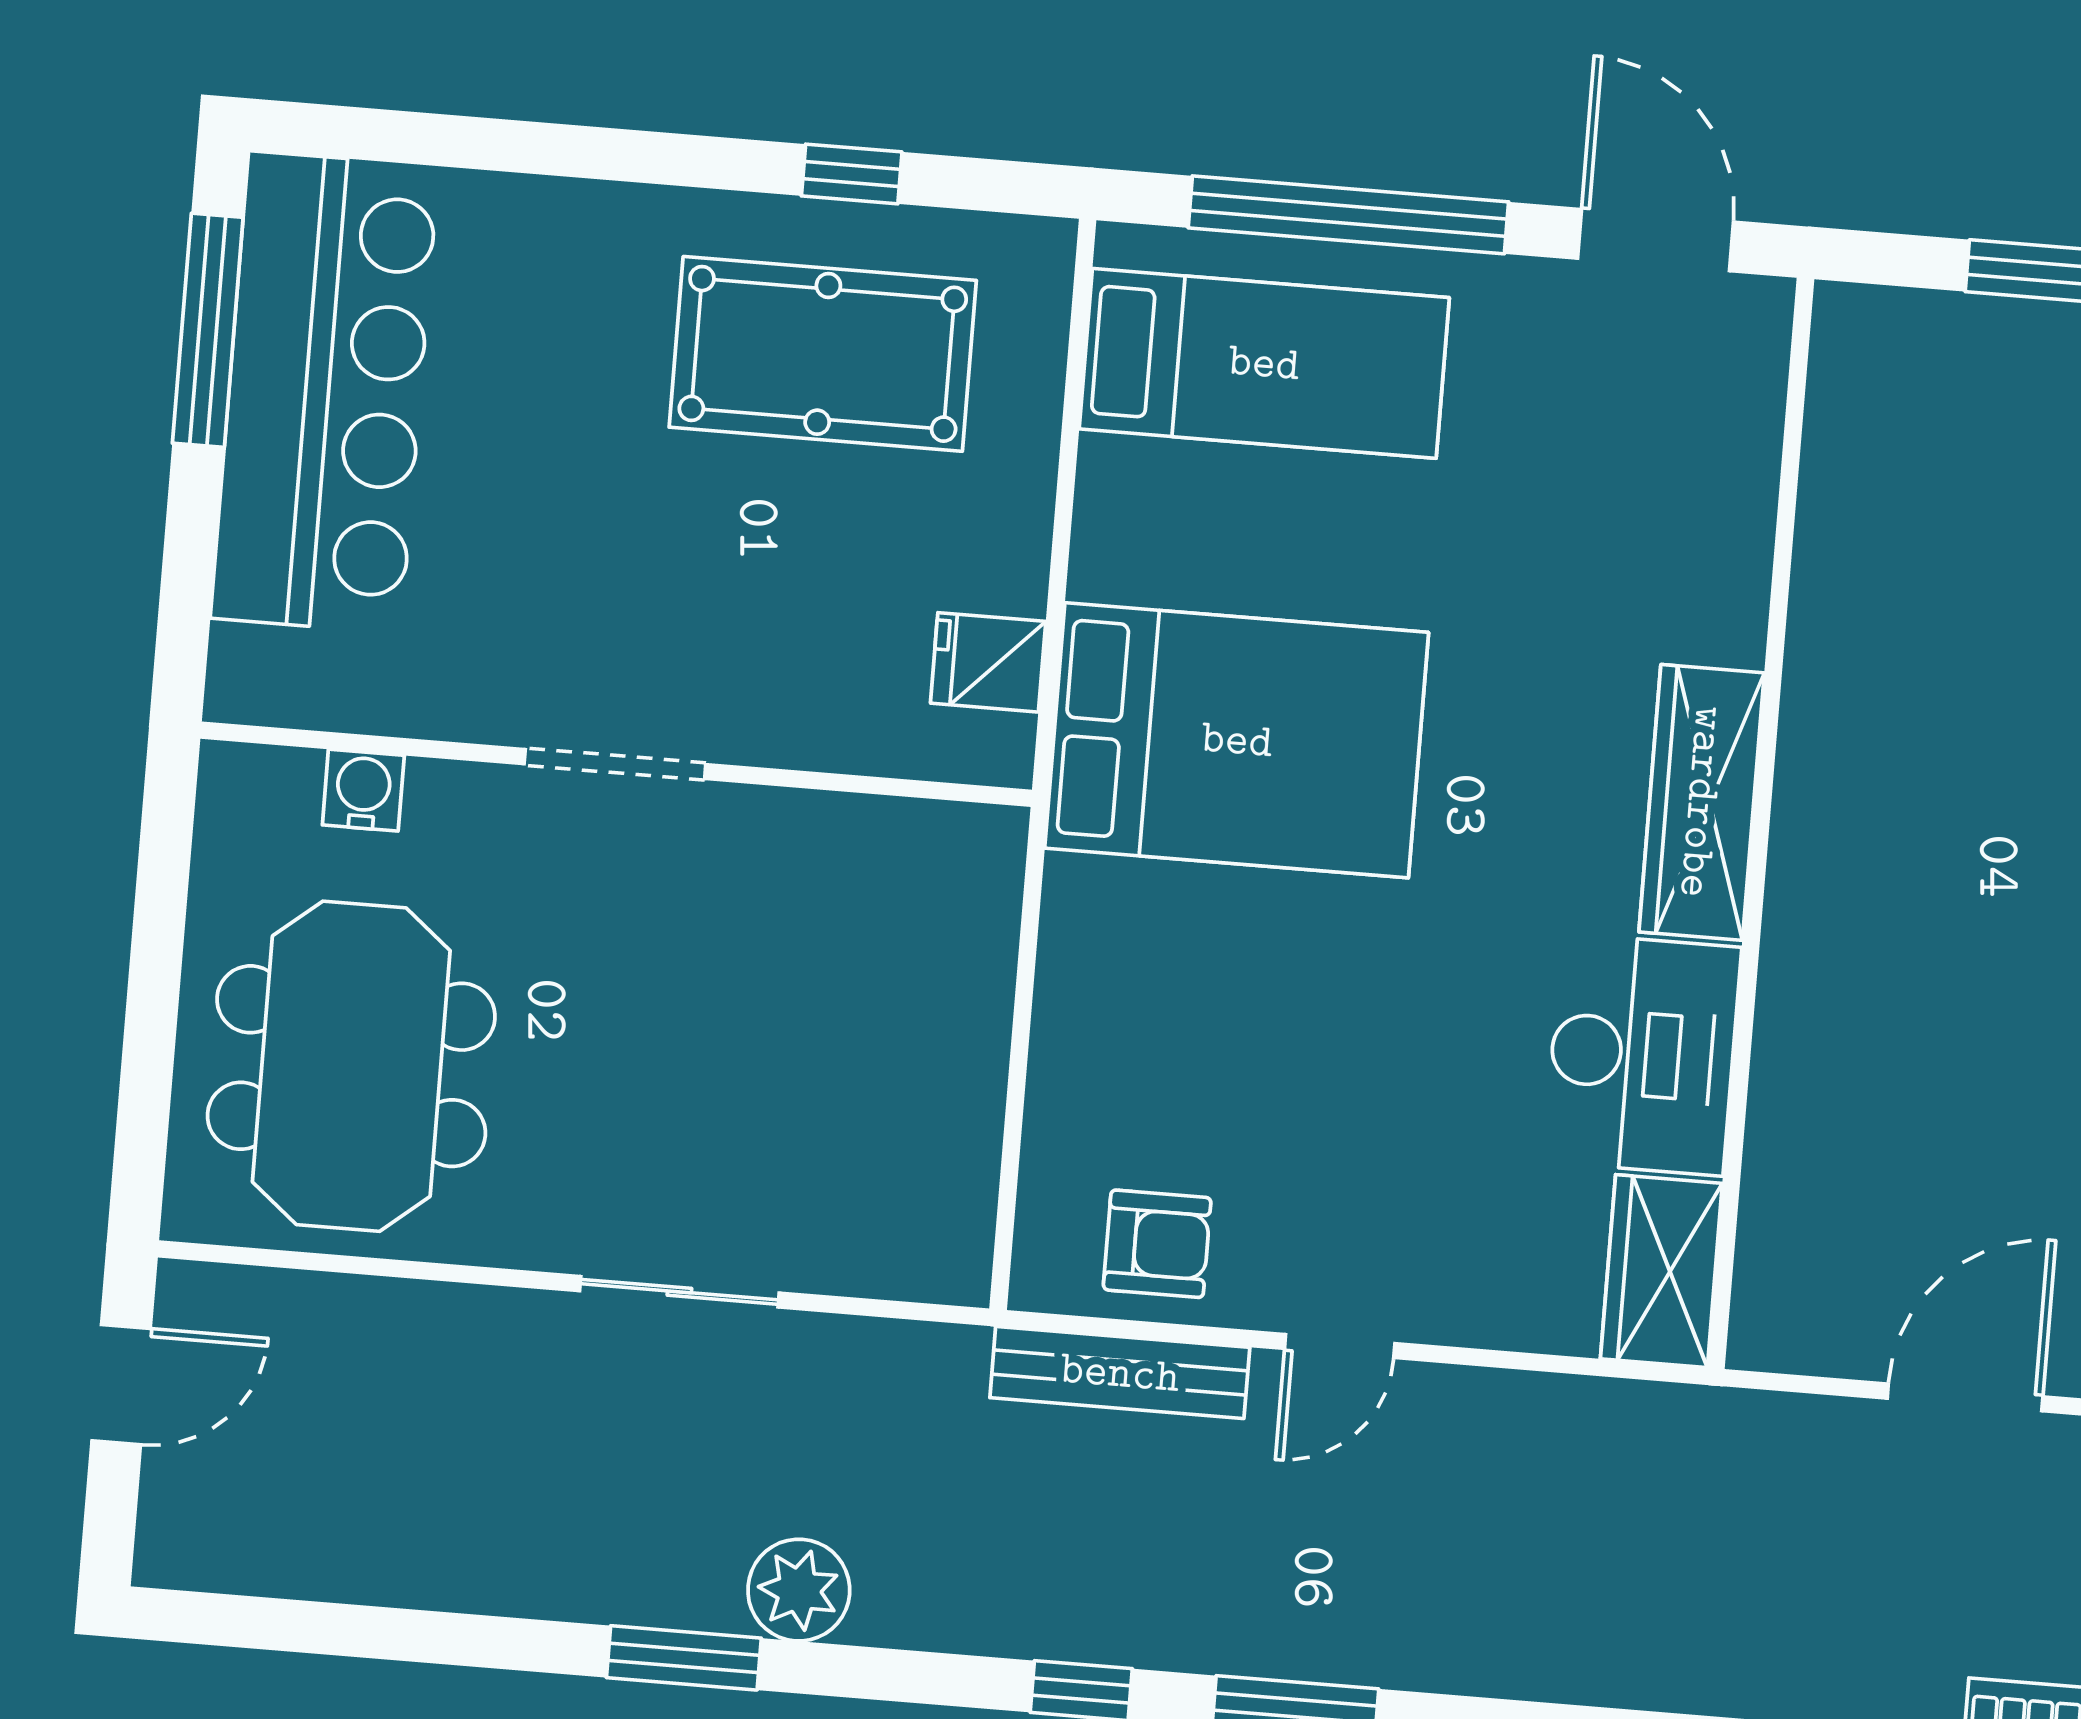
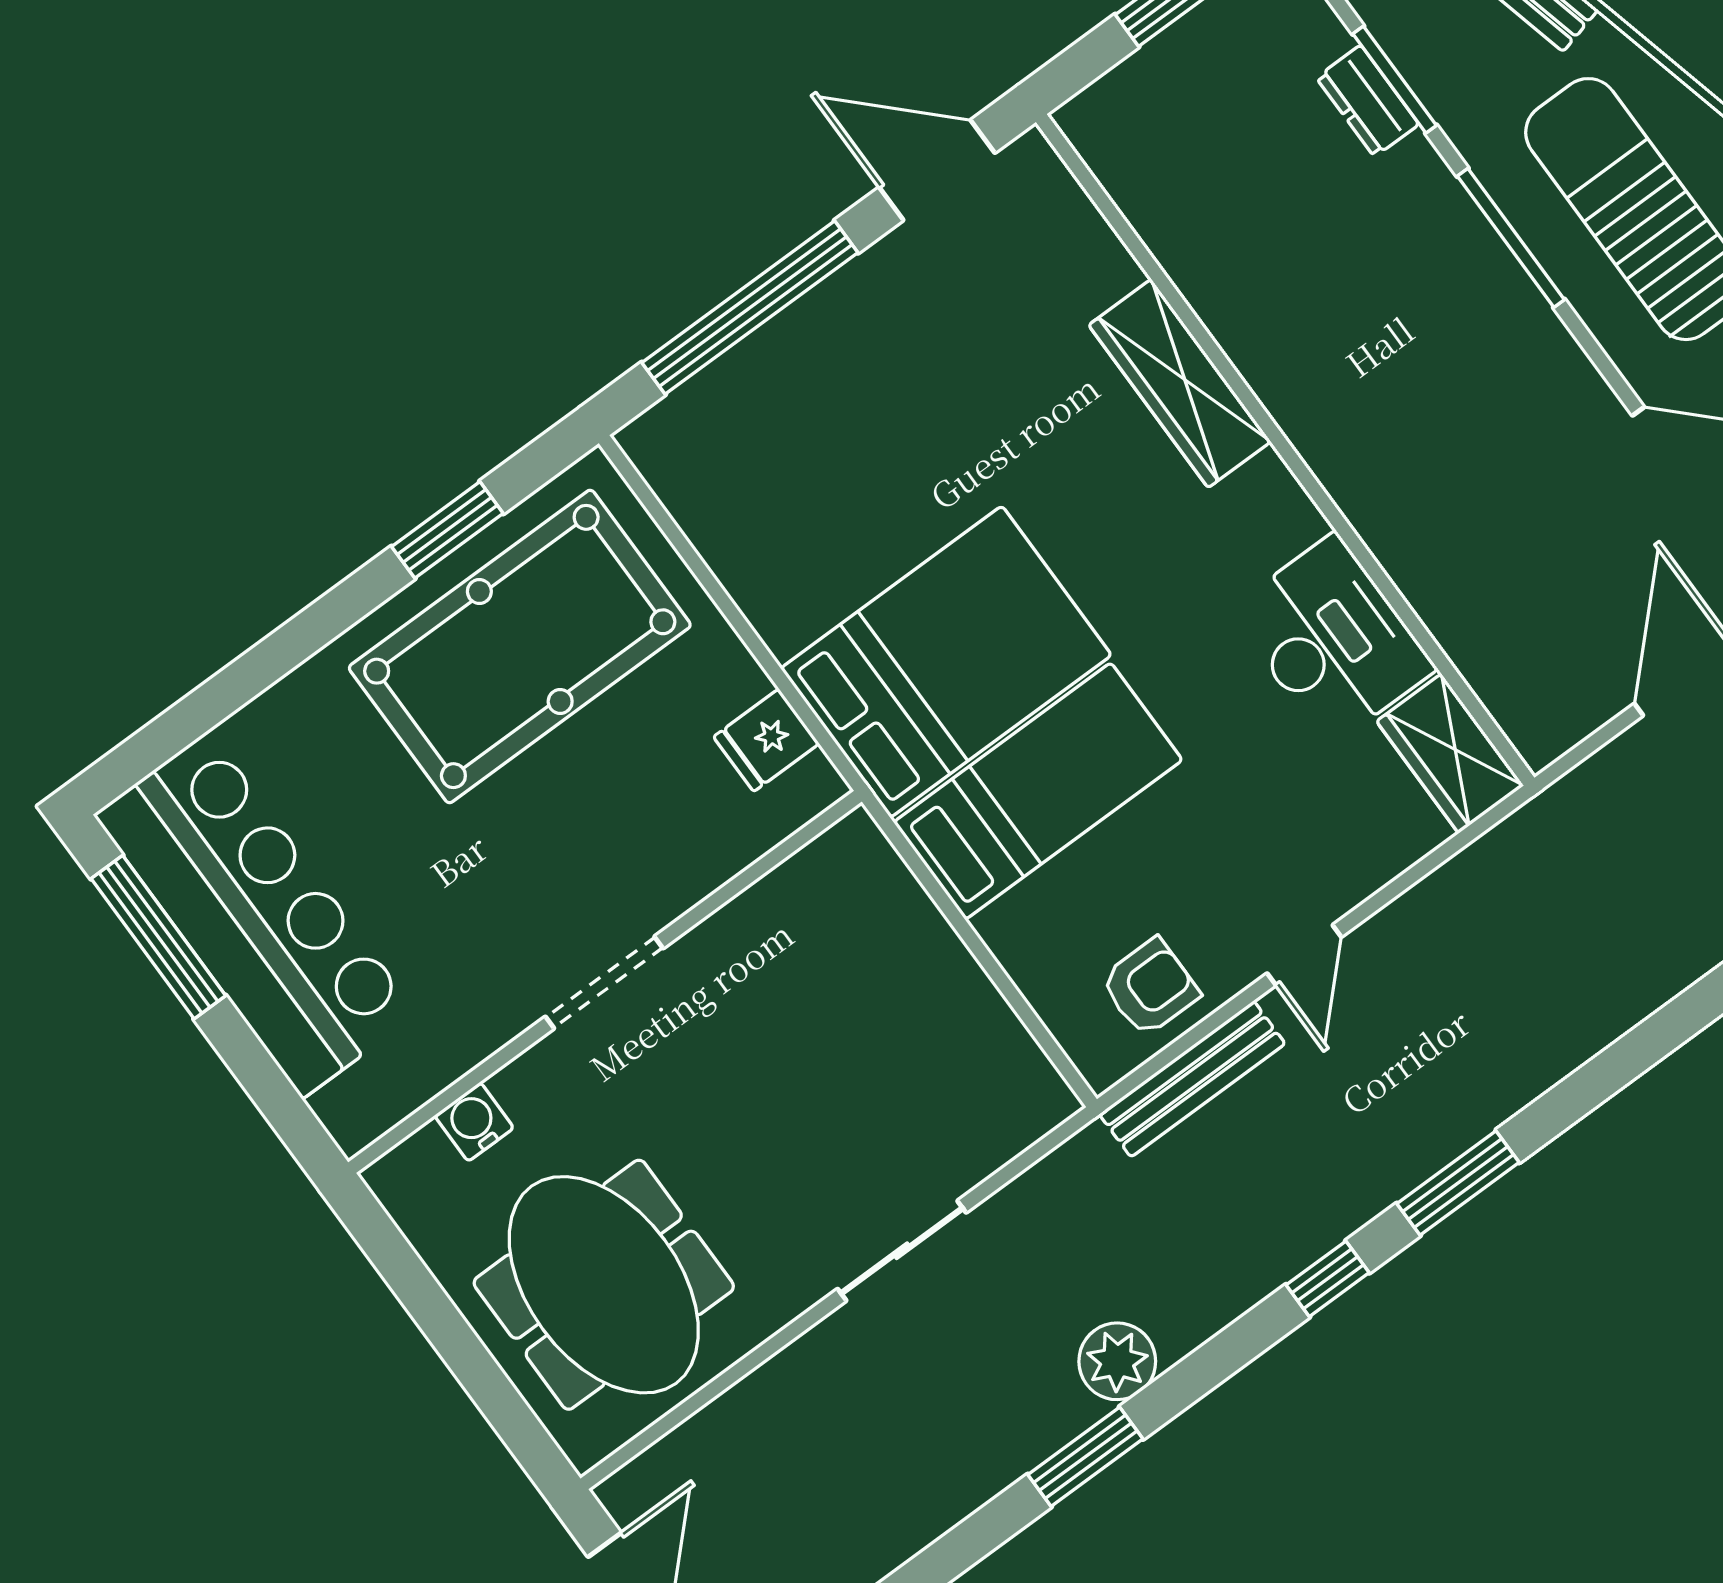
window: (852, 174) -> (447, 530), width x1.50
pool table: (823, 354) -> (520, 646), width x1.36, depth x1.32
bed: (1264, 363) -> (1038, 791), moved
wardrobe: (1702, 802) -> (1180, 383), moved

